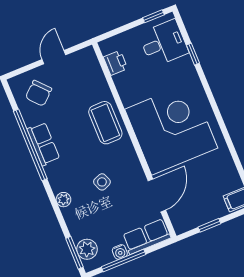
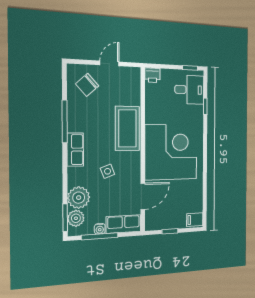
printer: (115, 63) -> (152, 75), moved, turned 90
coffee table: (105, 123) -> (127, 128), width x1.36, depth x1.32
row of seats: (43, 144) -> (75, 150), moved
window: (30, 145) -> (65, 121), width x0.68
plant: (63, 200) -> (79, 198), moved, width x1.87, depth x1.87

